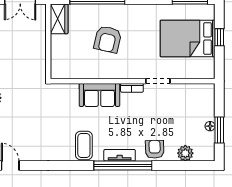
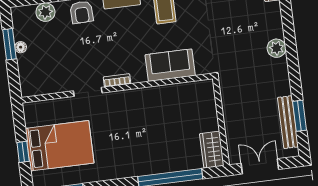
armchair: (108, 39) -> (152, 133), removed
sofa: (99, 95) -> (170, 65), moved

